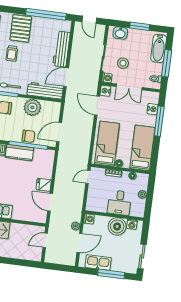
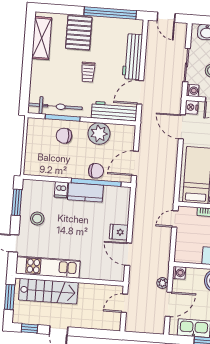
trolley: (12, 53) -> (88, 72), moved

